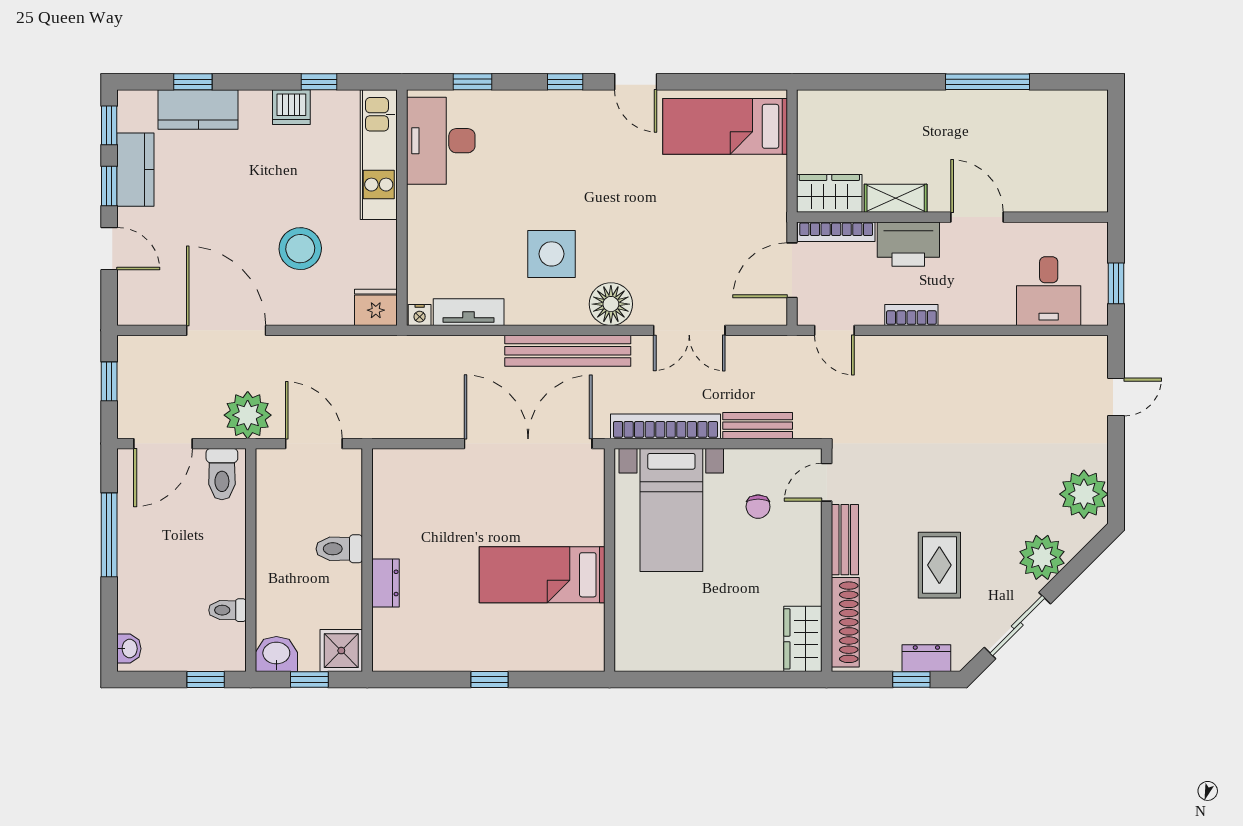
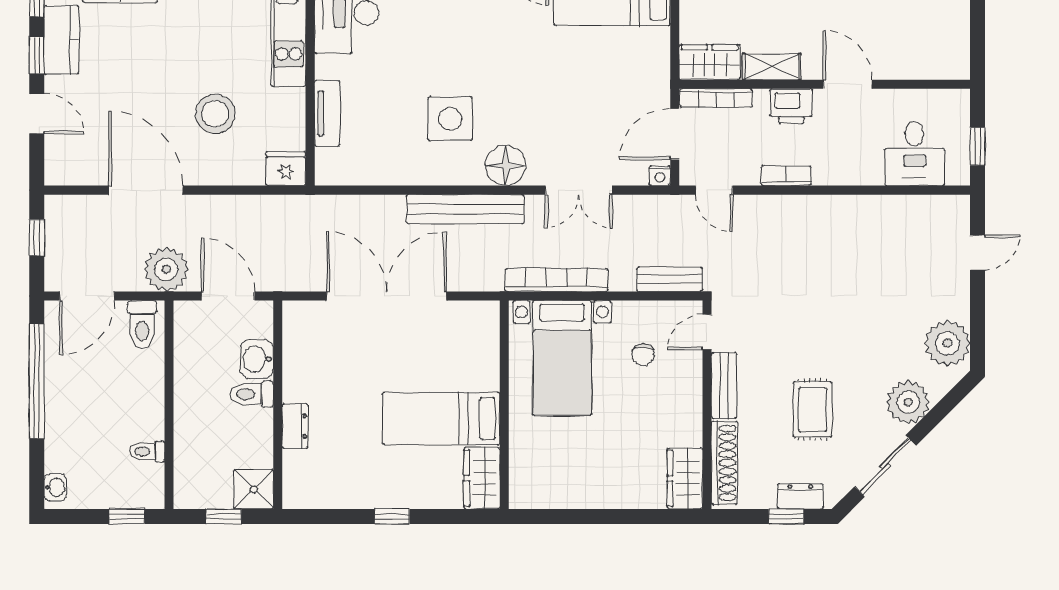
printer: (908, 244) -> (791, 106), width x0.73, depth x0.84
tv unit: (469, 312) -> (327, 113), moved, turned 90
nightstand: (420, 315) -> (660, 176), moved
bench: (758, 426) -> (670, 279), moved
double door: (528, 444) -> (386, 296), moved
window: (109, 535) -> (37, 381), width x1.46
wardrobe: (586, 639) -> (482, 478), added
washbasin: (276, 654) -> (257, 359), moved, turned -90

